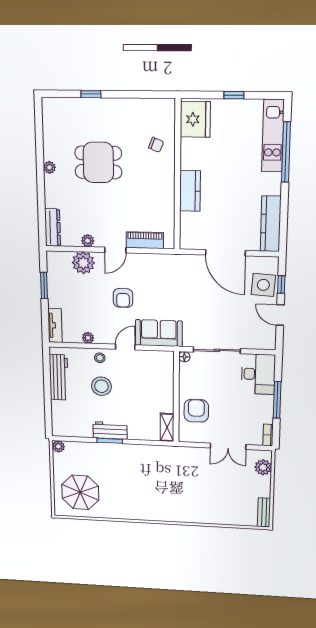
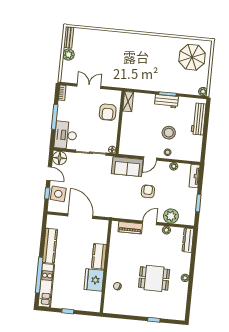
fridge: (195, 119) -> (94, 280), moved
kitchen counter: (271, 224) -> (50, 246), moved
floor lamp: (265, 340) -> (60, 158), added
workbench: (59, 377) -> (199, 119), moved
plant: (263, 467) -> (68, 55), moved

